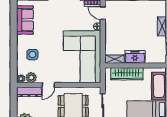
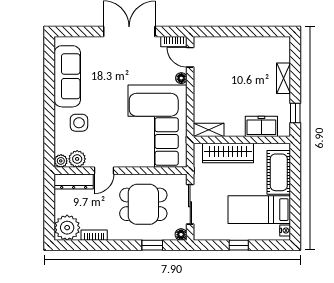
sofa: (25, 20) -> (67, 76), width x1.36
freezer: (135, 57) -> (261, 126), moved

